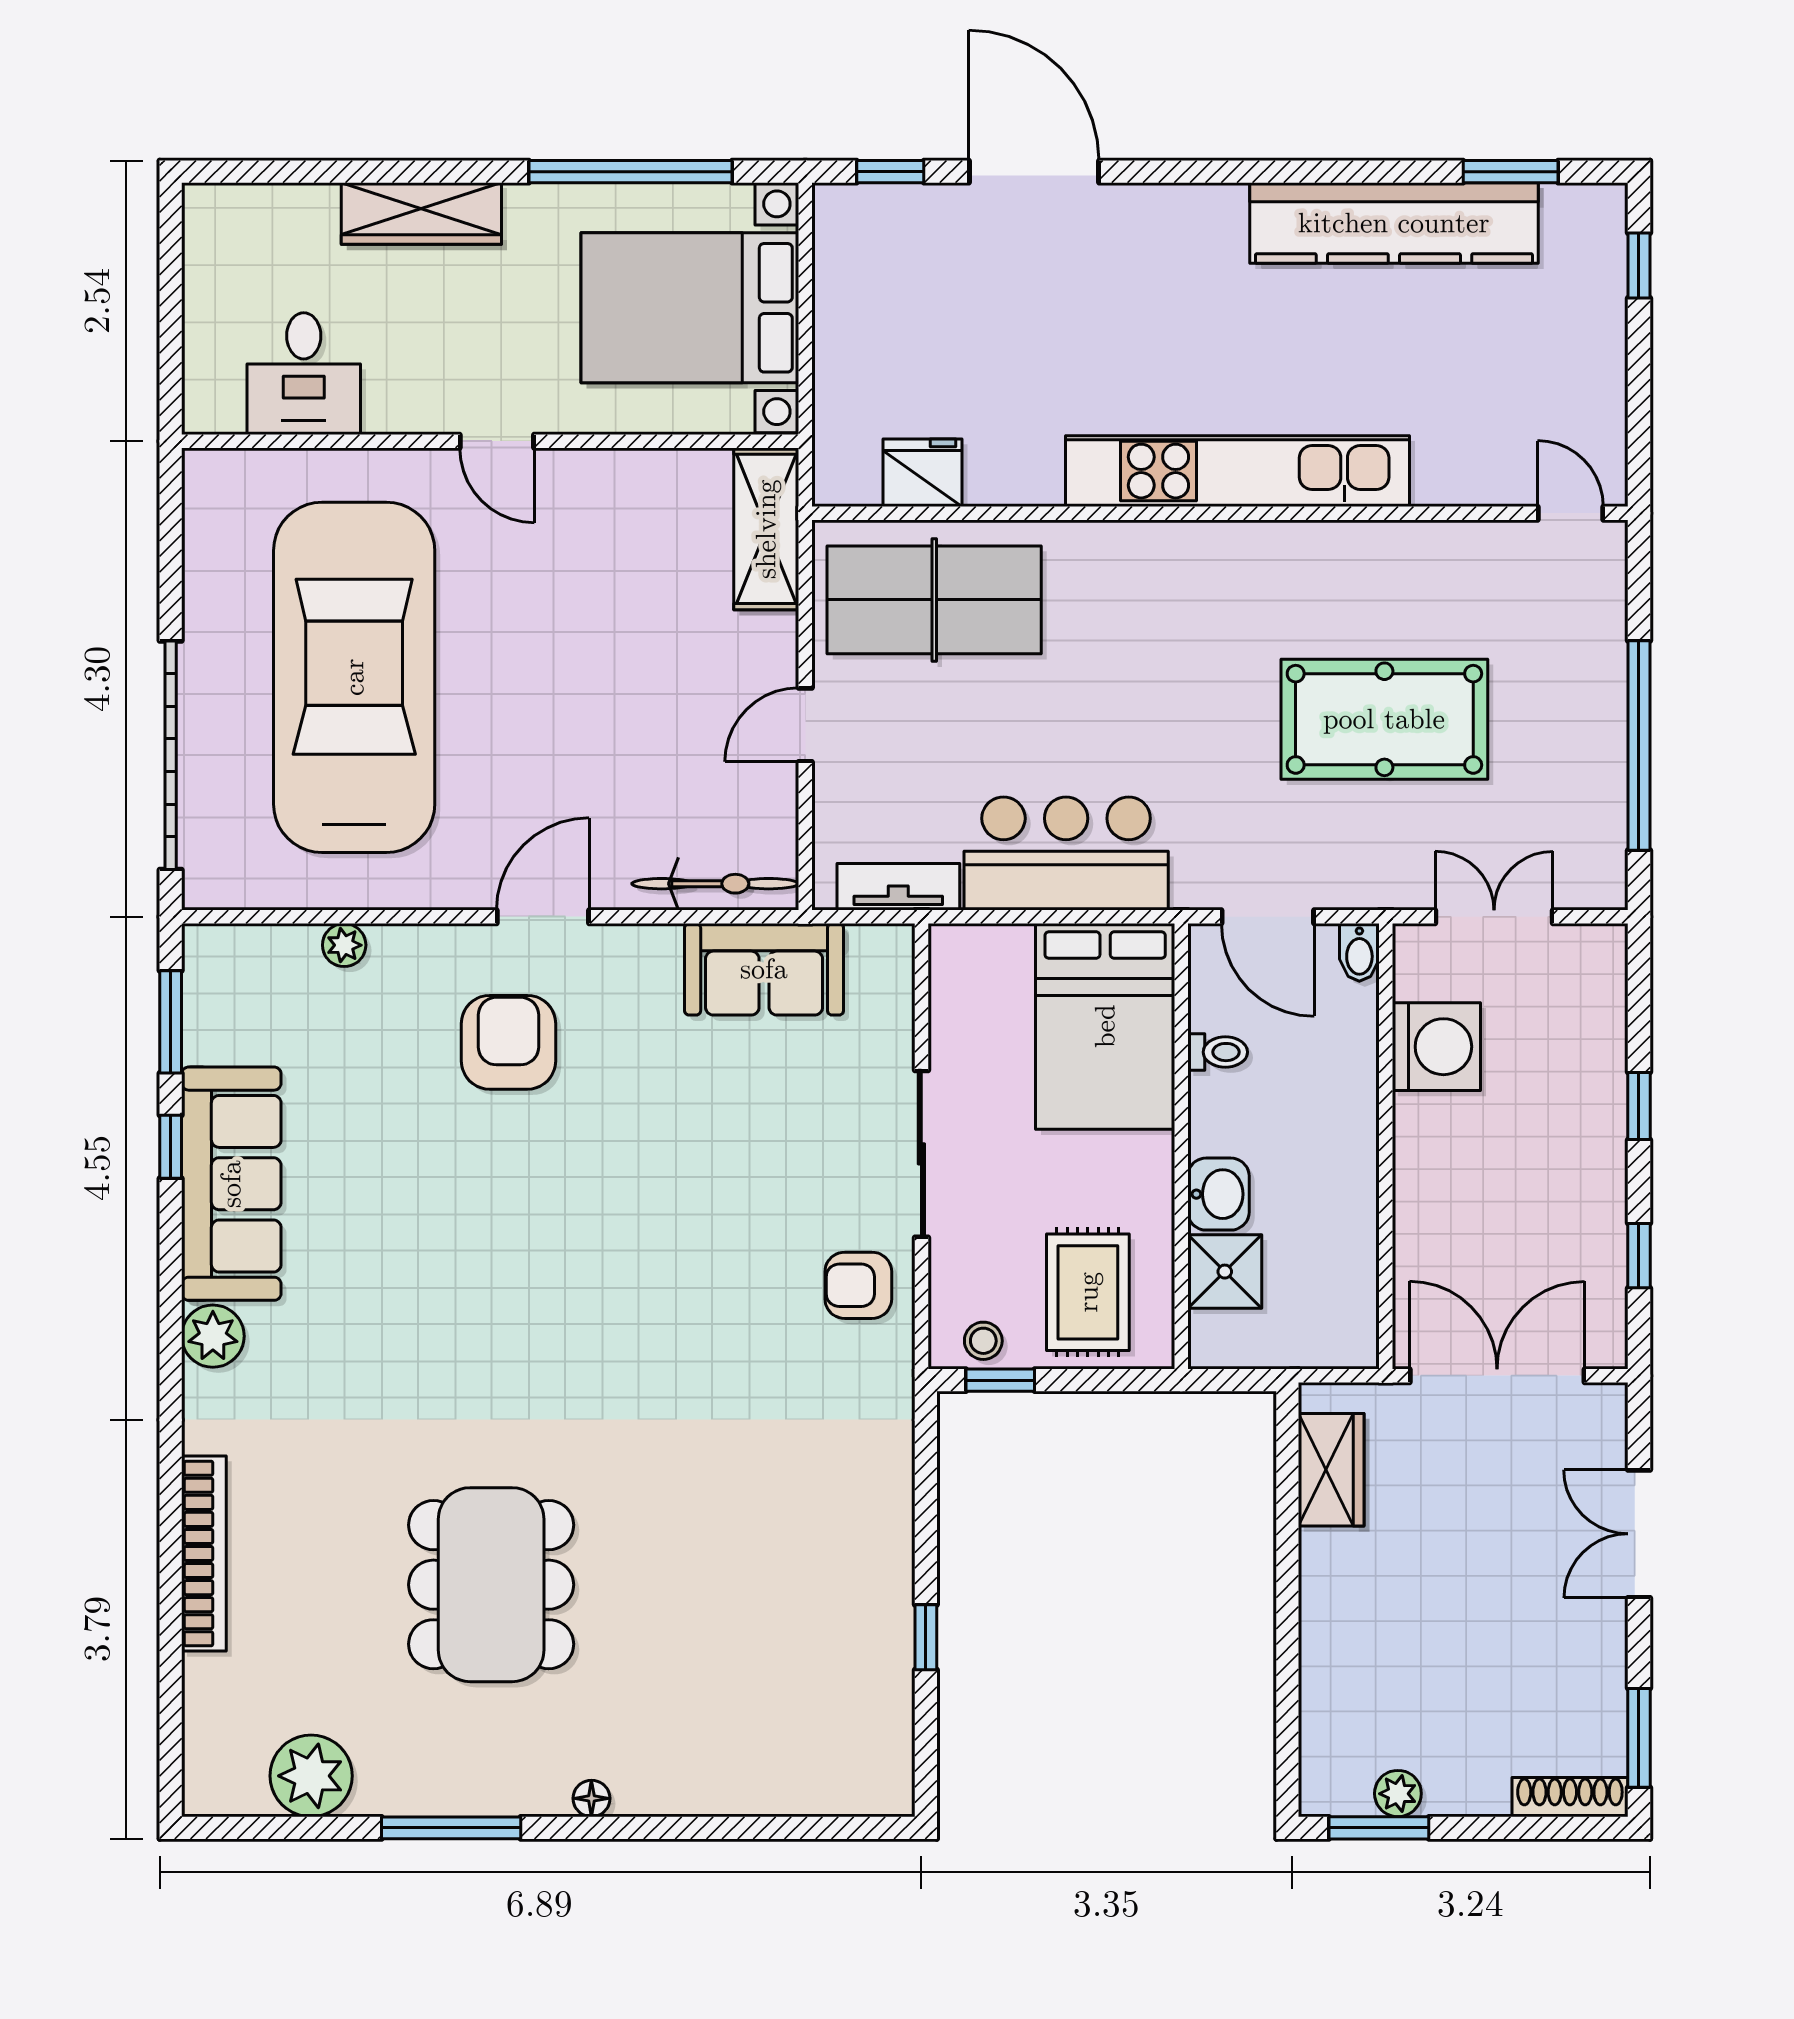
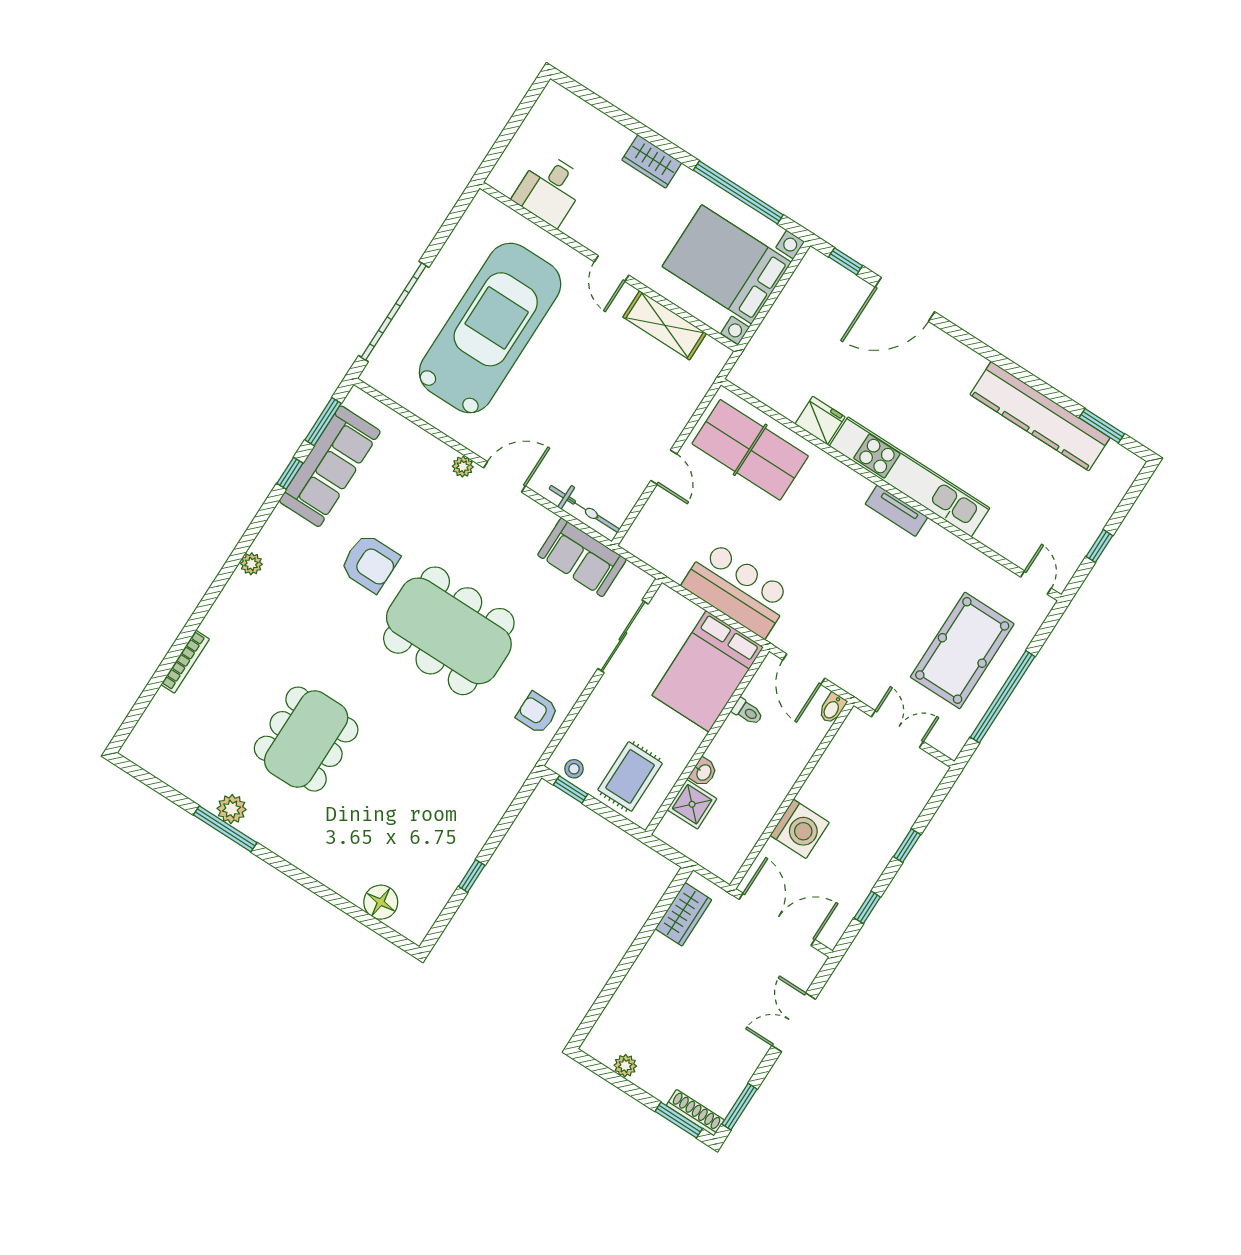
door: (1034, 172) -> (905, 299), swing flipped
wardrobe: (421, 214) -> (652, 161), width x0.67
window: (1639, 265) -> (1099, 546), moved
fridge: (922, 473) -> (820, 421), moved
shelving: (766, 529) -> (665, 325), moved, turned 90
pool table: (1384, 719) -> (962, 650), moved, turned 90
door: (805, 725) -> (664, 467), swing flipped
tv unit: (898, 887) -> (896, 511), moved, turned 180
plant: (344, 945) -> (463, 467), moved
armchair: (508, 1042) -> (370, 563), moved, turned 90
washing machine: (1436, 1047) -> (800, 829), moved
sliding door: (921, 1154) -> (623, 636), moved
sofa: (231, 1184) -> (330, 466), moved
washbasin: (1218, 1194) -> (703, 772), width x0.72, depth x0.69
dining table: (617, 1242) -> (449, 631), added
plant: (213, 1336) -> (251, 564), width x0.73, depth x0.73
bookcase: (204, 1553) -> (185, 662), width x0.68, depth x0.76
plant: (311, 1776) -> (232, 809), moved, width x0.73, depth x0.73
floor lamp: (591, 1798) -> (381, 902), moved, width x1.89, depth x1.89
window: (1379, 1828) -> (679, 1120), moved

